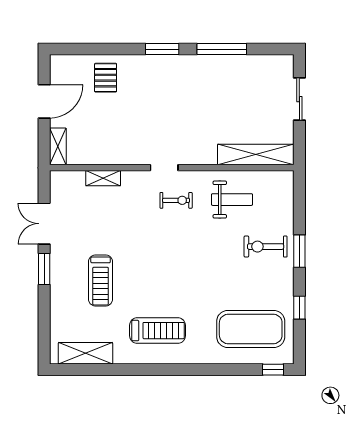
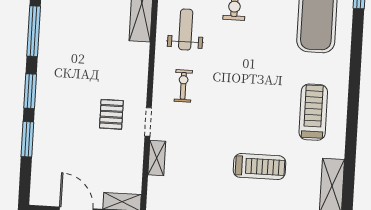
window: (114, 49) -> (27, 139), added
pallet: (106, 78) -> (111, 114), moved, turned 90
doorway: (164, 168) -> (148, 122), moved

